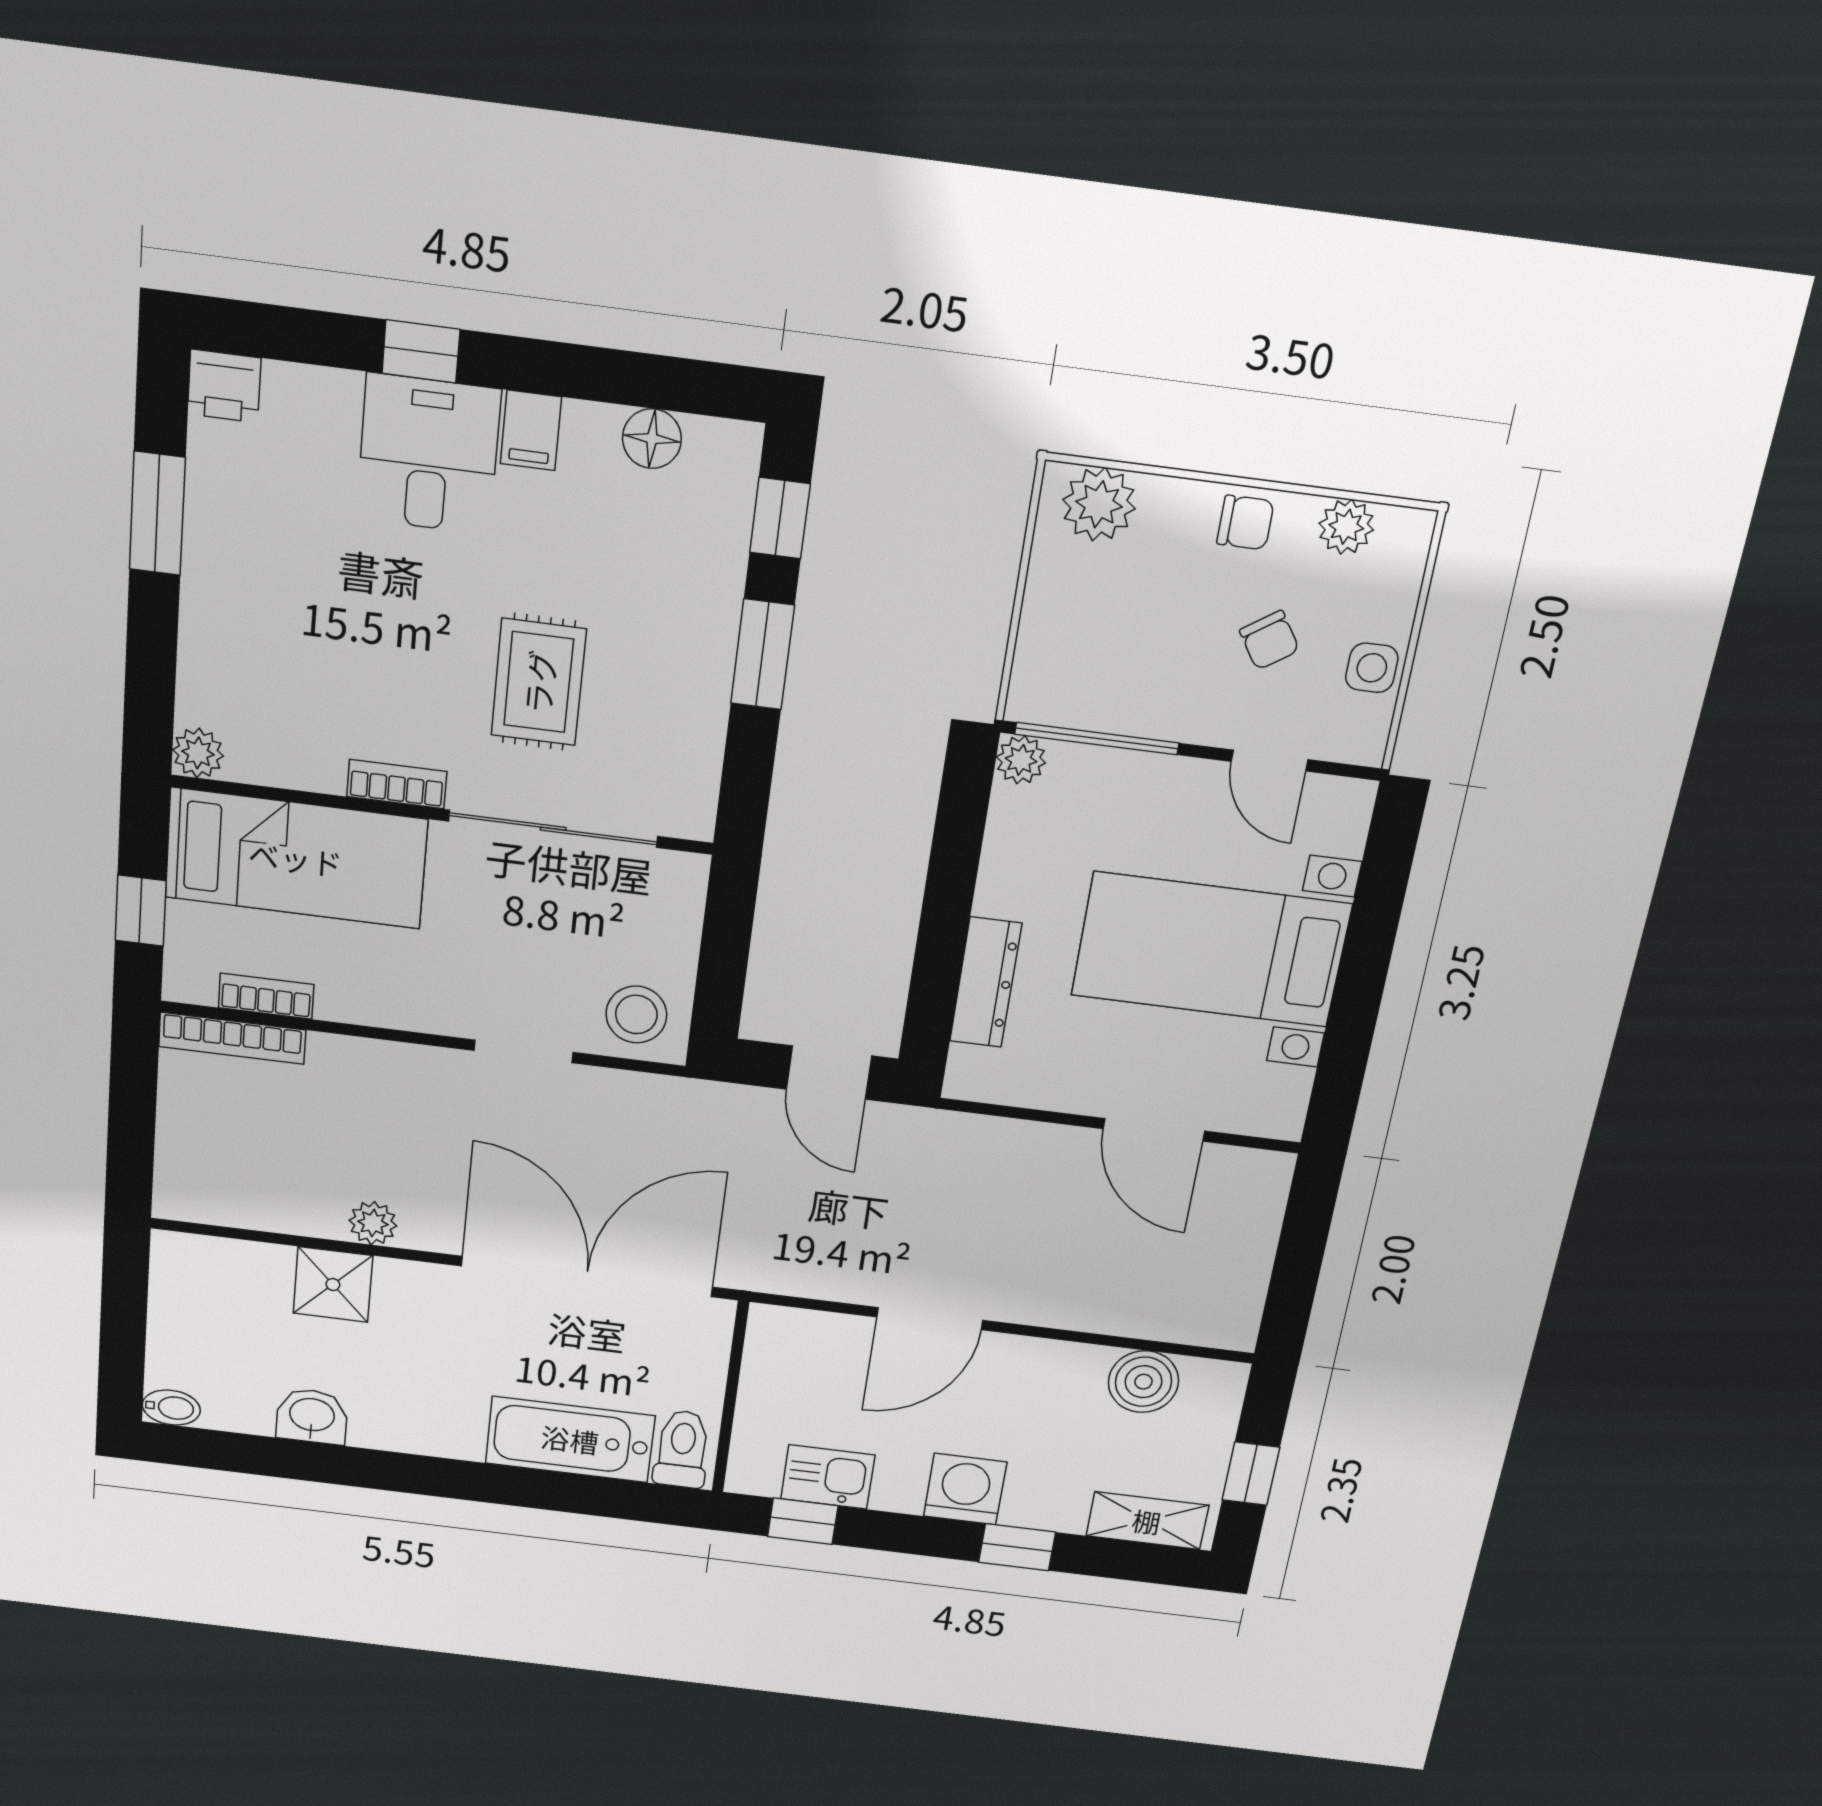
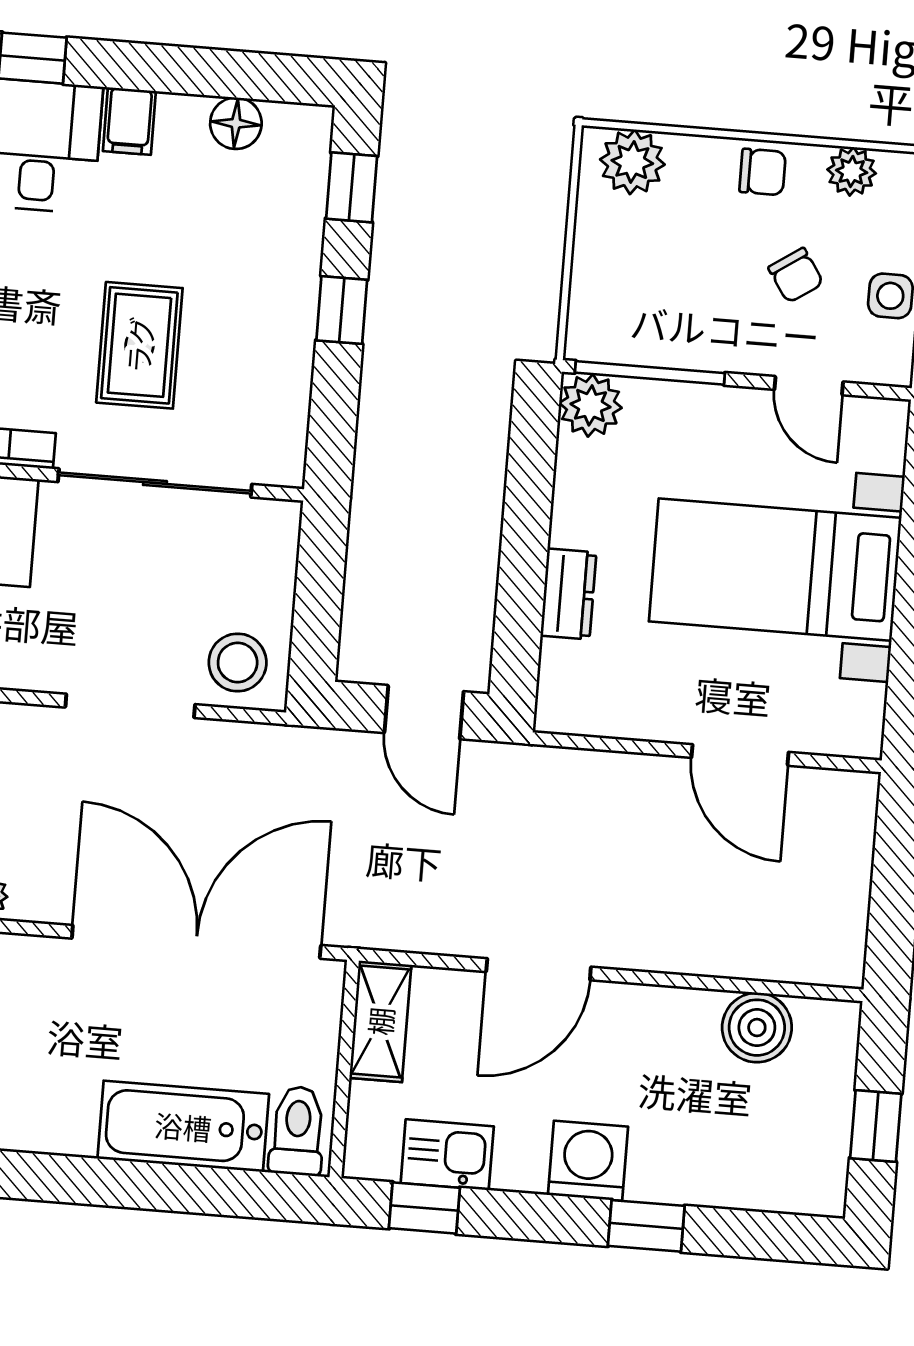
window: (762, 654) -> (342, 310), width x0.67
plant: (1021, 760) -> (590, 405), width x1.38, depth x1.38
dresser: (986, 982) -> (568, 594), width x0.70
doorway: (523, 1051) -> (130, 706), width x1.38
shelving: (1147, 1521) -> (380, 1021), moved, turned 90

